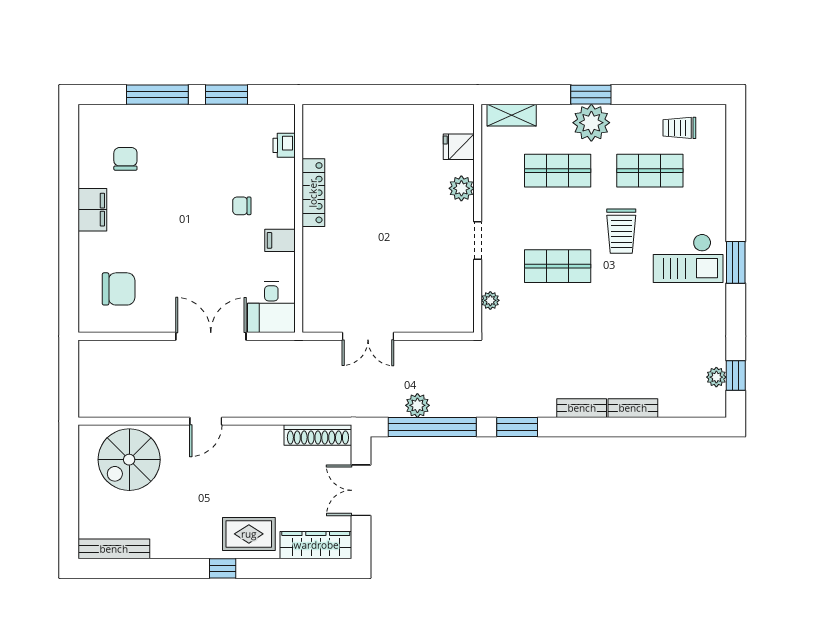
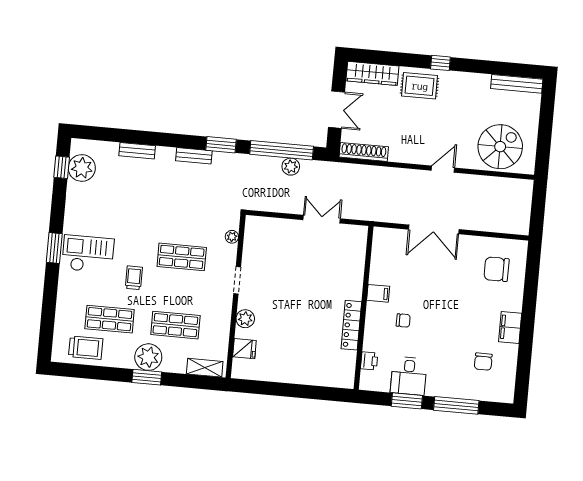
trolley: (679, 128) -> (86, 348), width x1.36, depth x1.39
trolley: (621, 231) -> (134, 278), width x0.73, depth x0.72
desk: (271, 307) -> (409, 376), moved, turned 180
plant: (716, 377) -> (82, 168), width x1.87, depth x1.87
bench: (582, 408) -> (194, 156), moved

